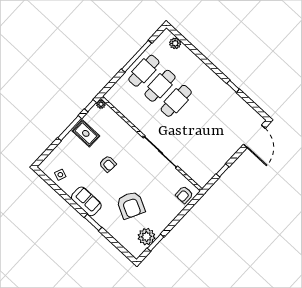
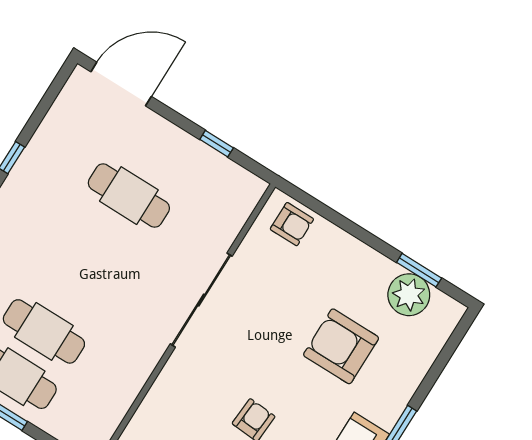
cafe table: (176, 101) -> (129, 196), moved
armchair: (131, 205) -> (341, 346), turned -117

